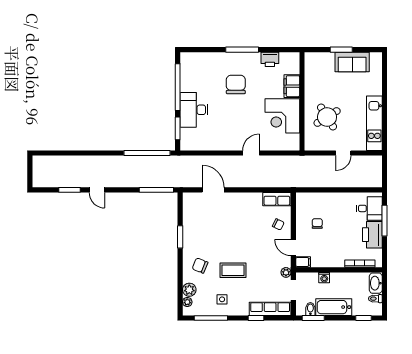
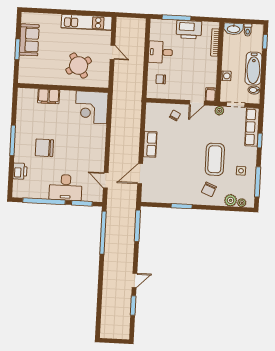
printer: (270, 59) -> (20, 171), moved
corner desk: (282, 116) -> (91, 107), moved, turned 90
door: (251, 153) -> (106, 180), moved
row of seats: (277, 199) -> (150, 144), moved
desk: (369, 208) -> (160, 52), moved, turned -90
chair: (317, 224) -> (161, 79), moved
coffee table: (233, 270) -> (215, 159), width x1.36, depth x1.32
window: (313, 318) -> (262, 88), removed

